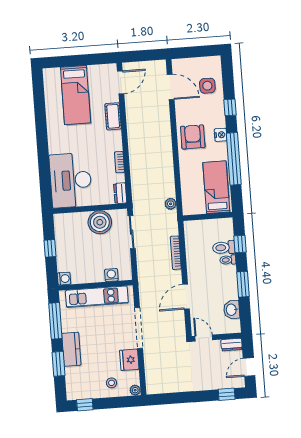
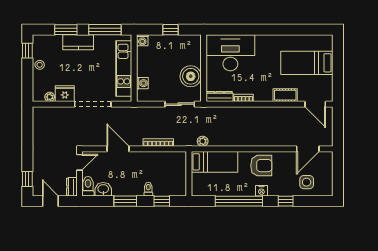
bed: (216, 187) -> (215, 162), moved
dresser: (120, 193) -> (220, 97), width x1.44
toilet: (224, 248) -> (88, 186), moved
stool: (111, 383) -> (40, 65), moved
plant: (135, 390) -> (50, 97), moved

